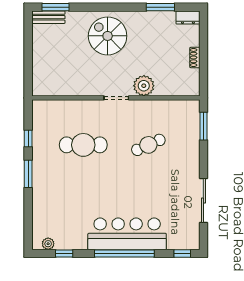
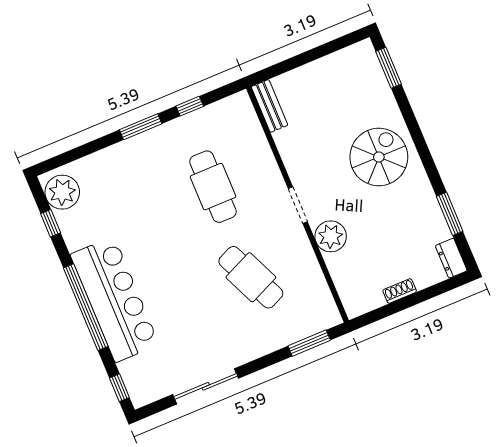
bench: (48, 17) -> (269, 106), moved
cafe table: (148, 145) -> (251, 277), width x1.37, depth x1.35
plant: (48, 244) -> (62, 192), width x1.87, depth x1.87

